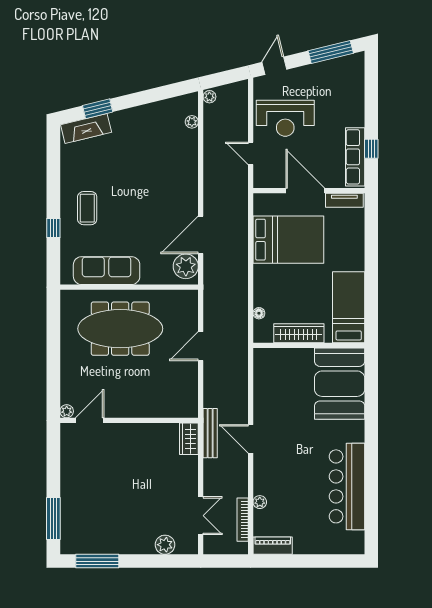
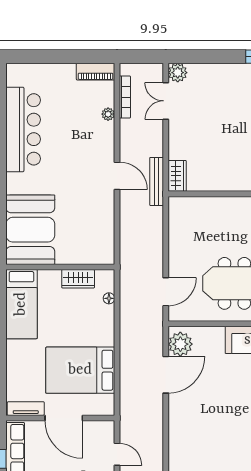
wardrobe: (299, 333) -> (78, 279), width x0.67
door: (201, 346) -> (166, 292), moved
plant: (165, 545) -> (178, 73), moved

